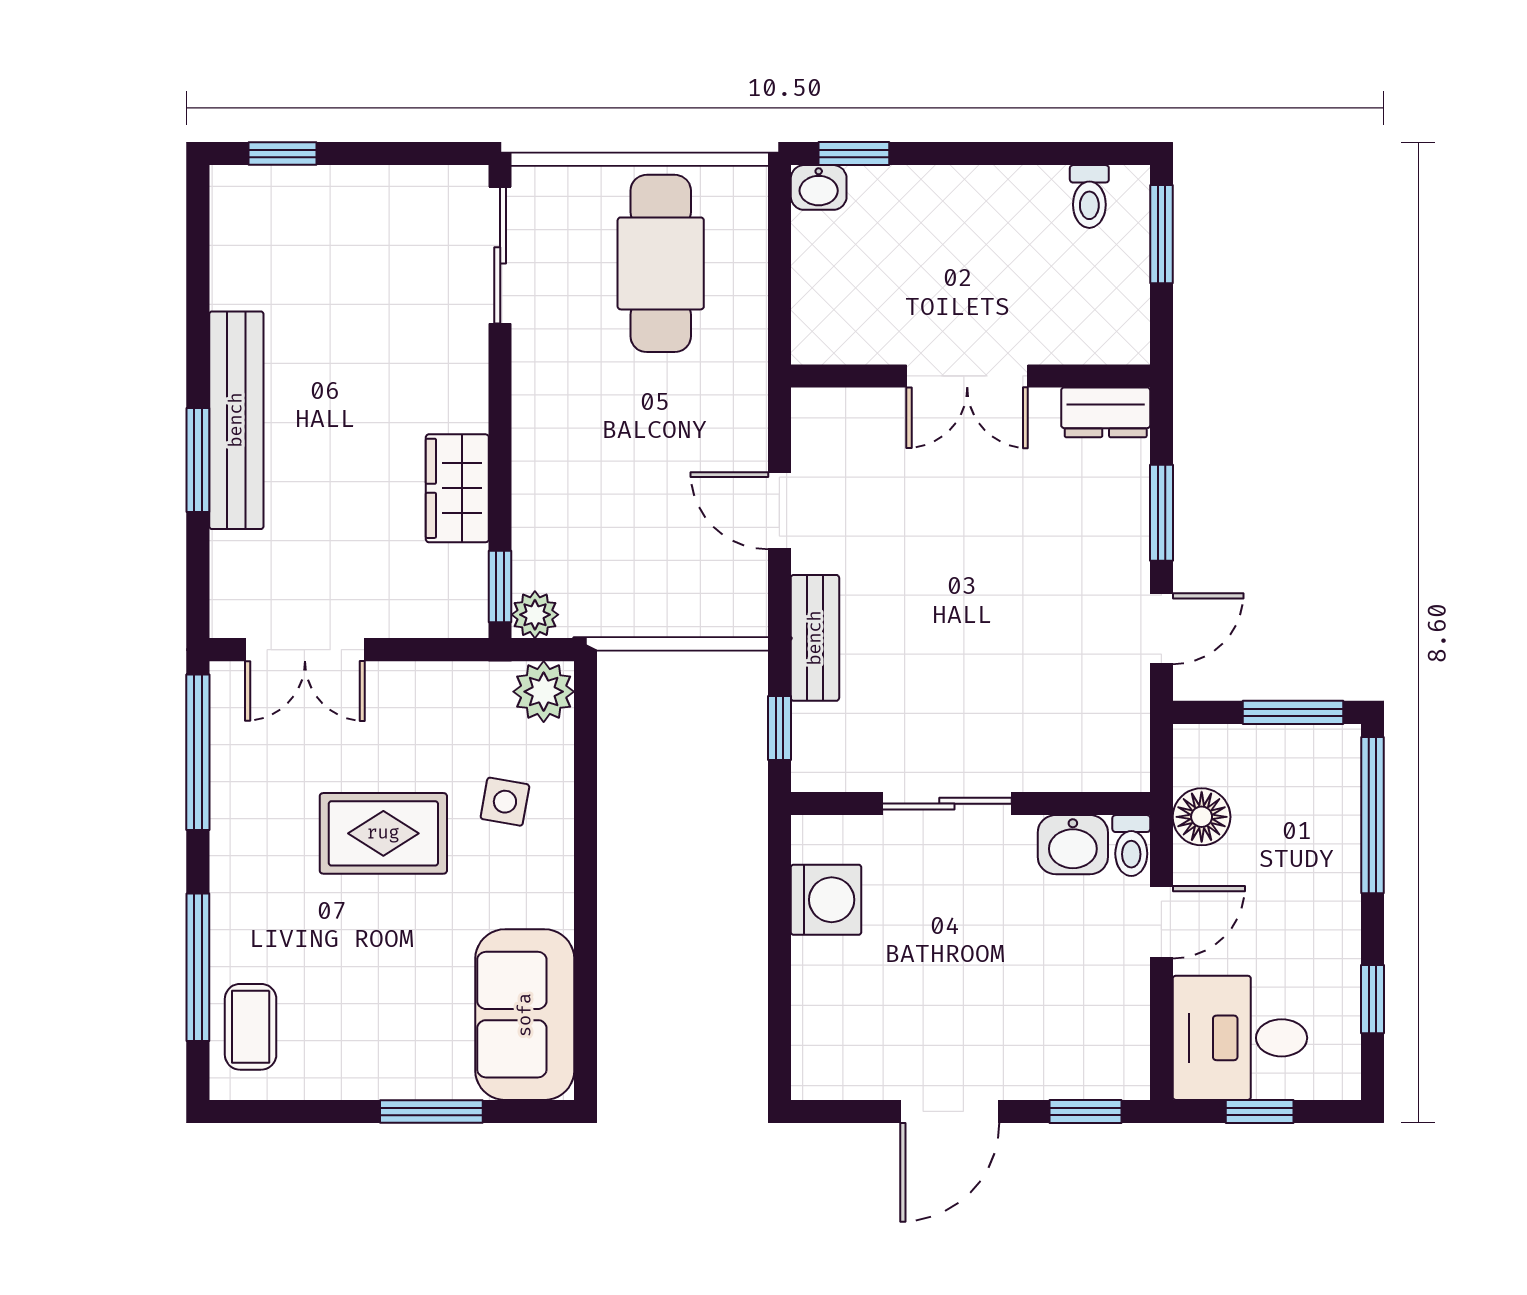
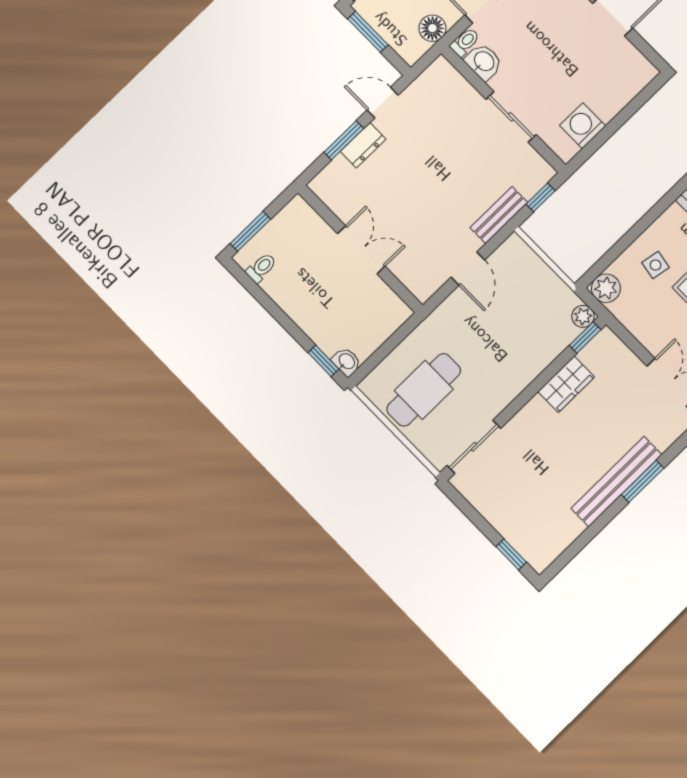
dresser: (1106, 412) -> (363, 145), moved, turned 90

